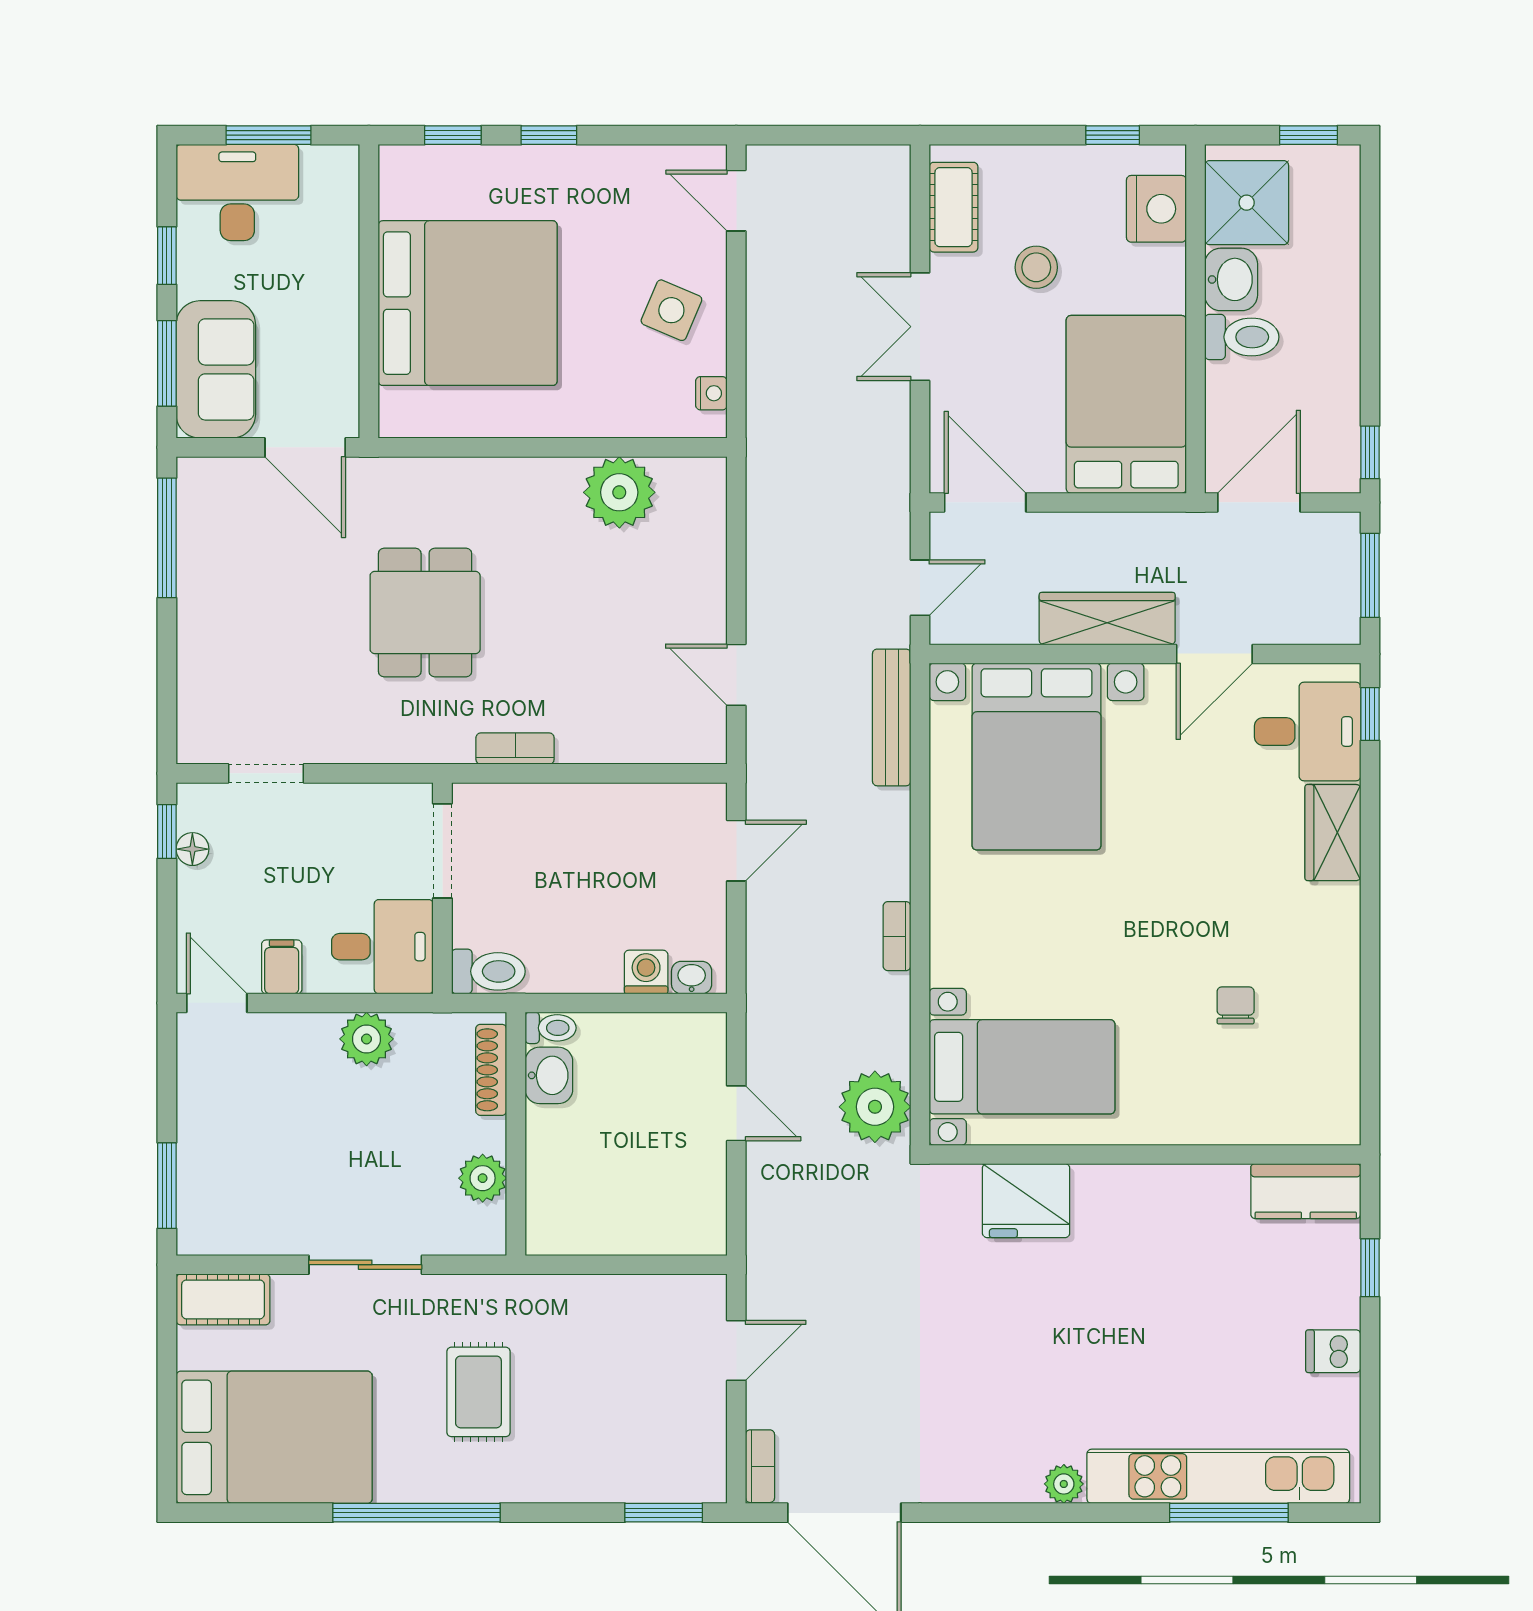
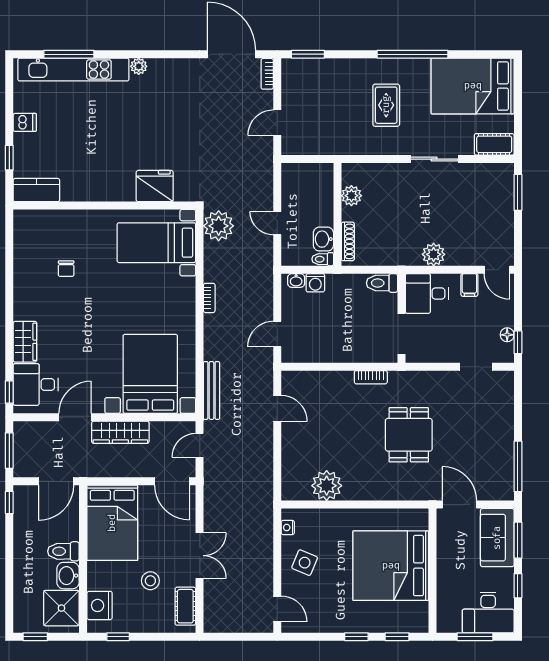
toilet: (551, 1028) -> (323, 259), moved
shoe rack: (491, 1070) -> (348, 241), moved
washbasin: (549, 1075) -> (323, 239), moved
wall: (516, 1134) -> (337, 214), moved
plant: (483, 1178) -> (351, 196), moved

